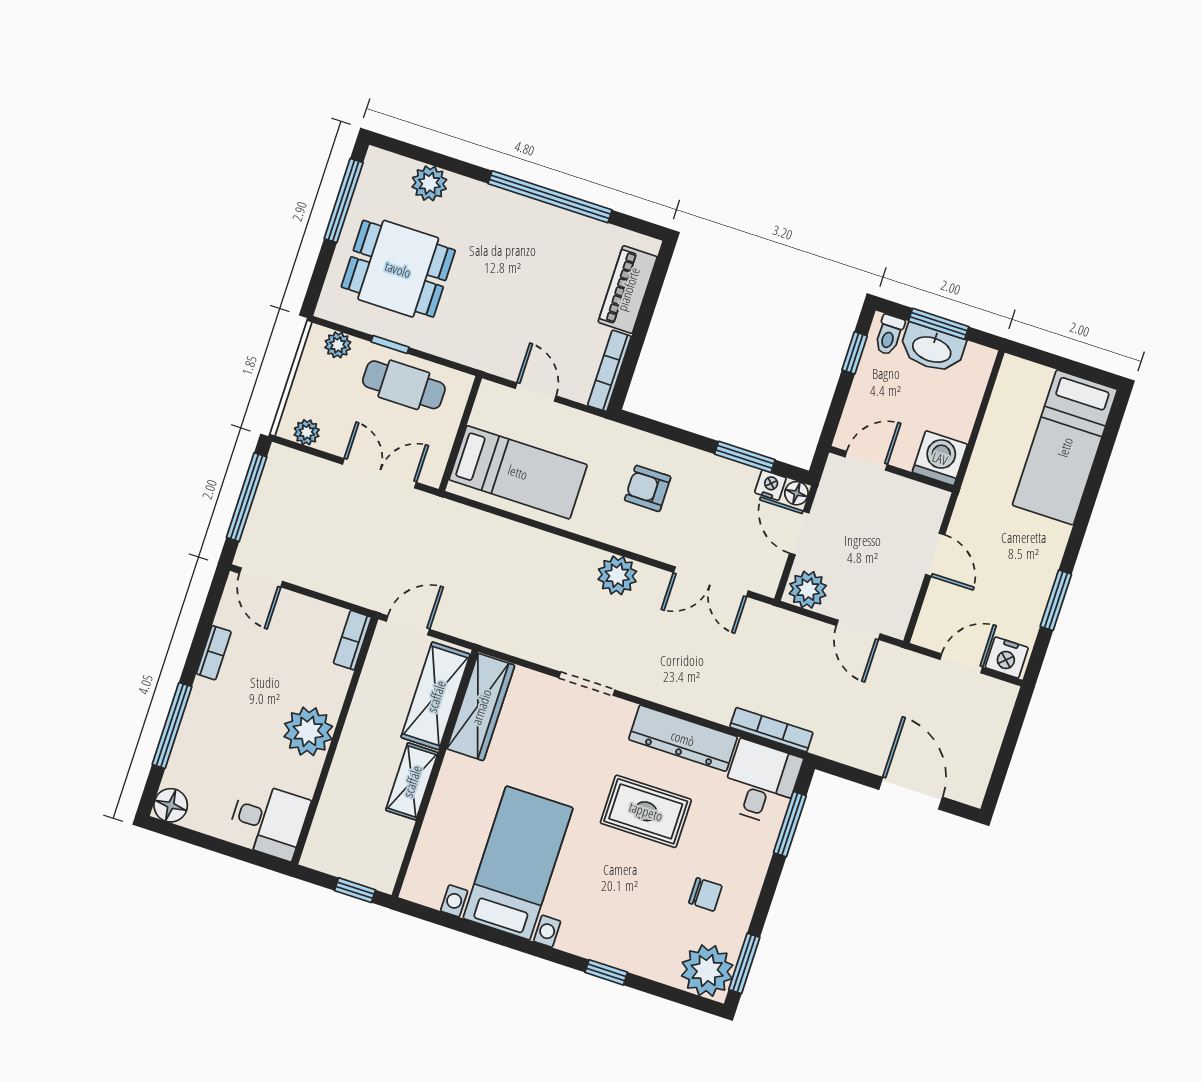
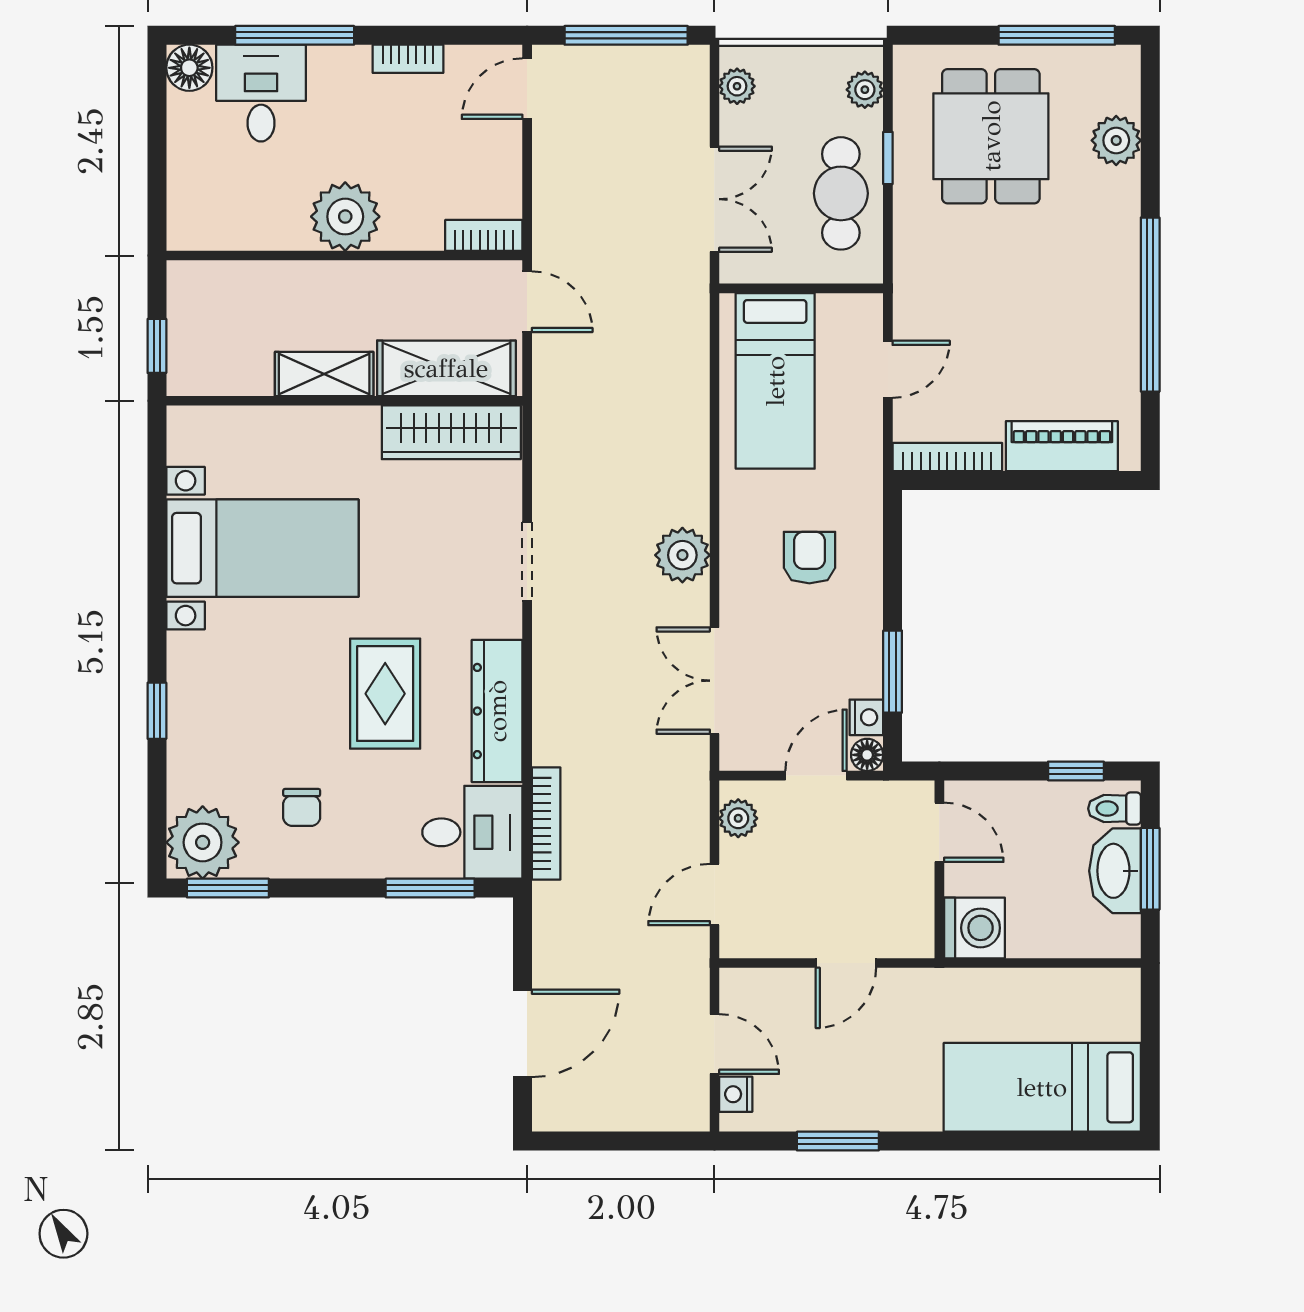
plant: (808, 590) -> (738, 818), width x0.73, depth x0.73
nightstand: (1007, 658) -> (736, 1094), width x0.72, depth x0.74
desk: (268, 821) -> (261, 93), moved, turned 180

